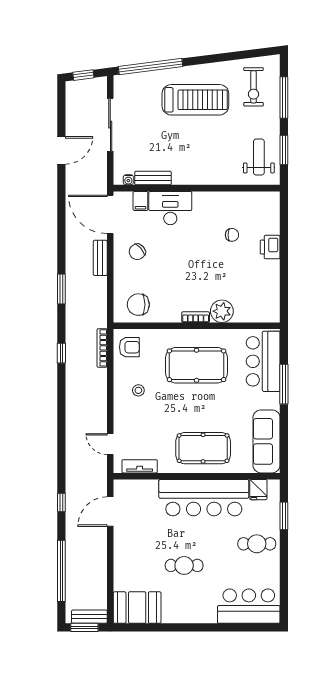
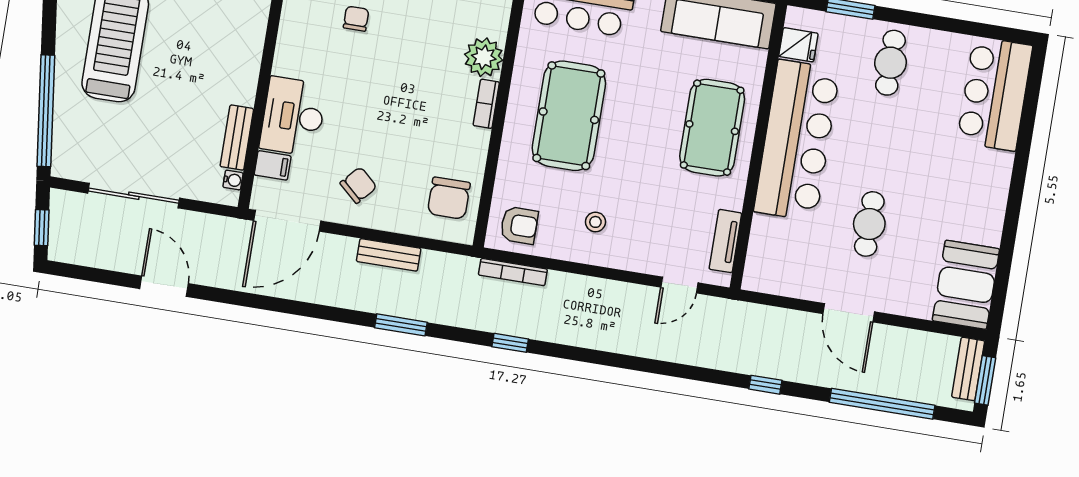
chair: (137, 252) -> (358, 185), turned -97
bench: (100, 258) -> (389, 255), moved
armchair: (129, 347) -> (519, 225), turned 90
door: (110, 512) -> (849, 313), moved
cafe table: (184, 565) -> (869, 224), moved

